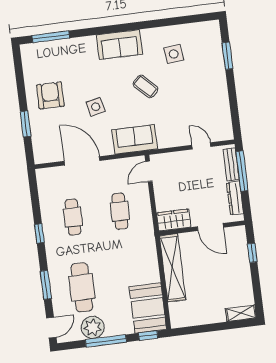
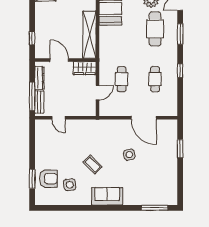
armchair: (50, 95) -> (48, 179), moved, turned -90
sofa: (135, 139) -> (105, 128), removed
door: (149, 171) -> (98, 93), moved

